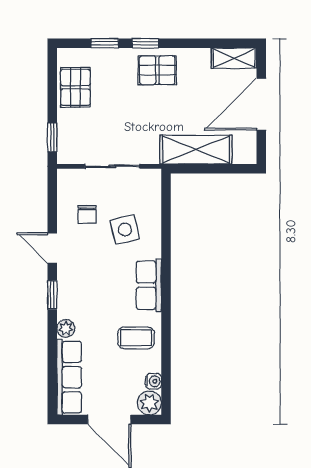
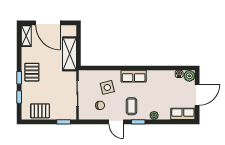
door: (52, 248) -> (116, 122), hinge flipped
coffee table: (136, 338) -> (131, 106), moved
row of seats: (69, 377) -> (183, 114), width x0.68

